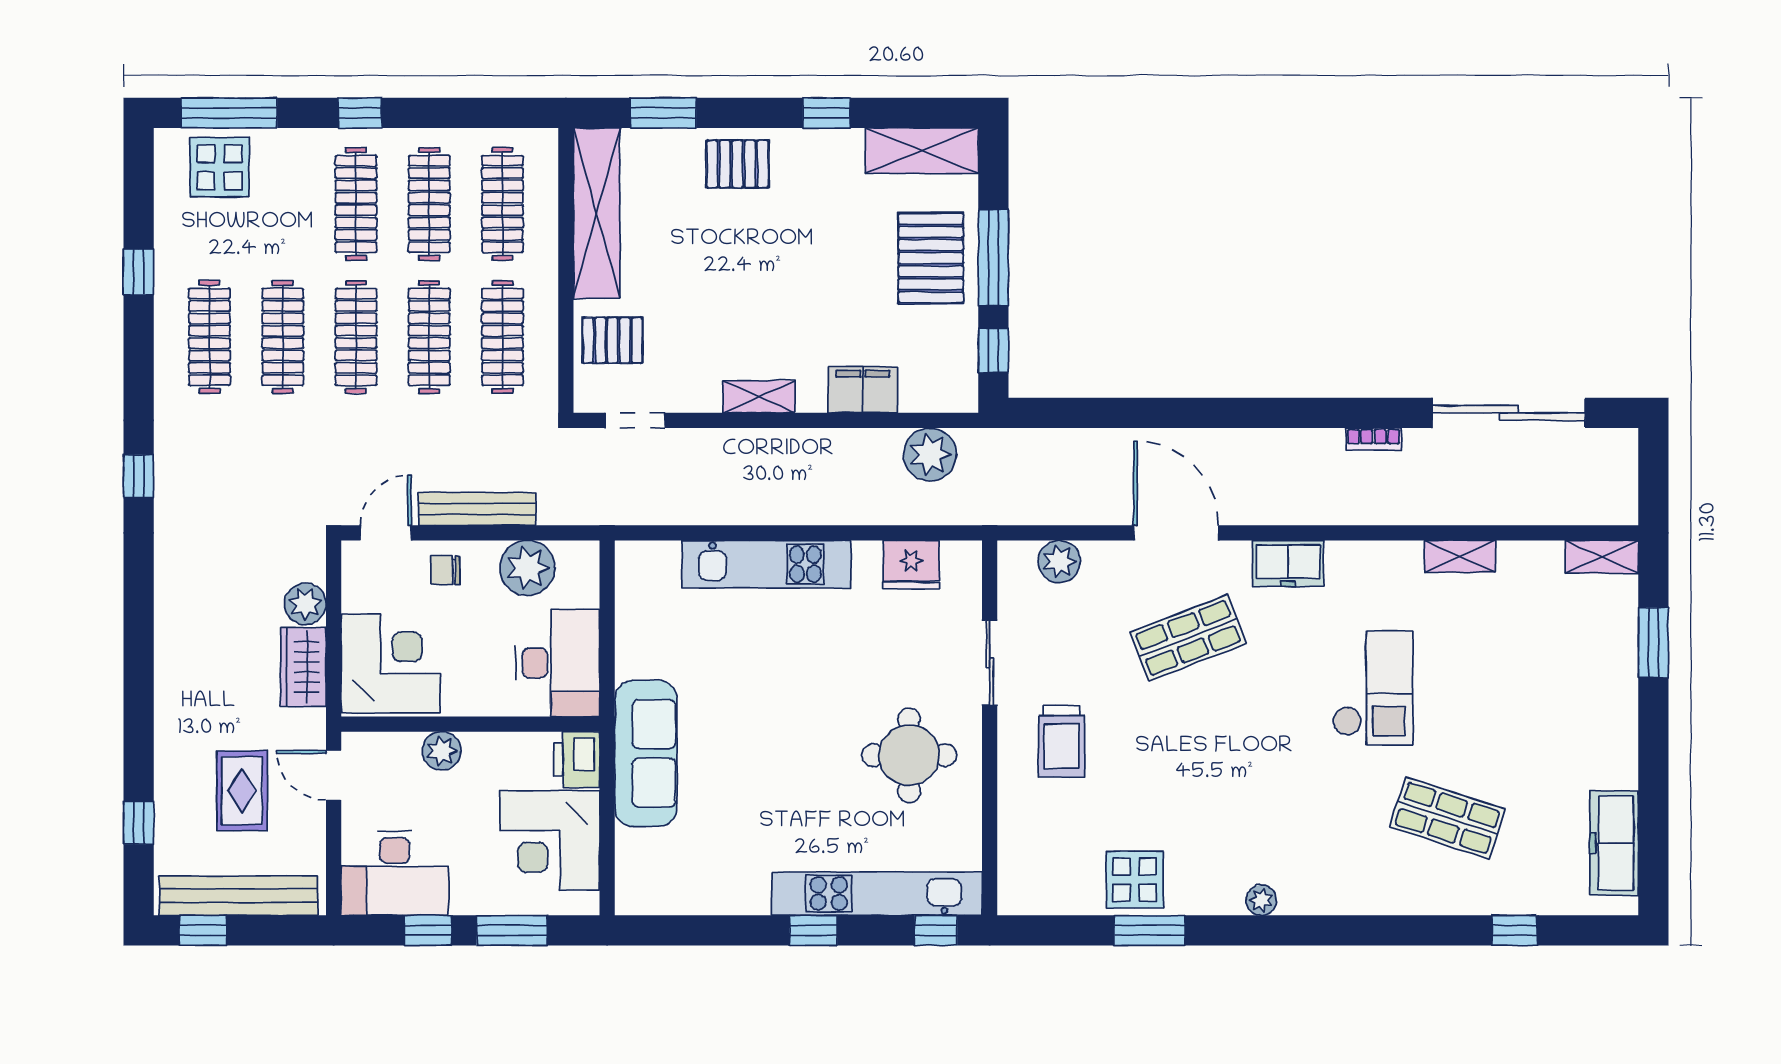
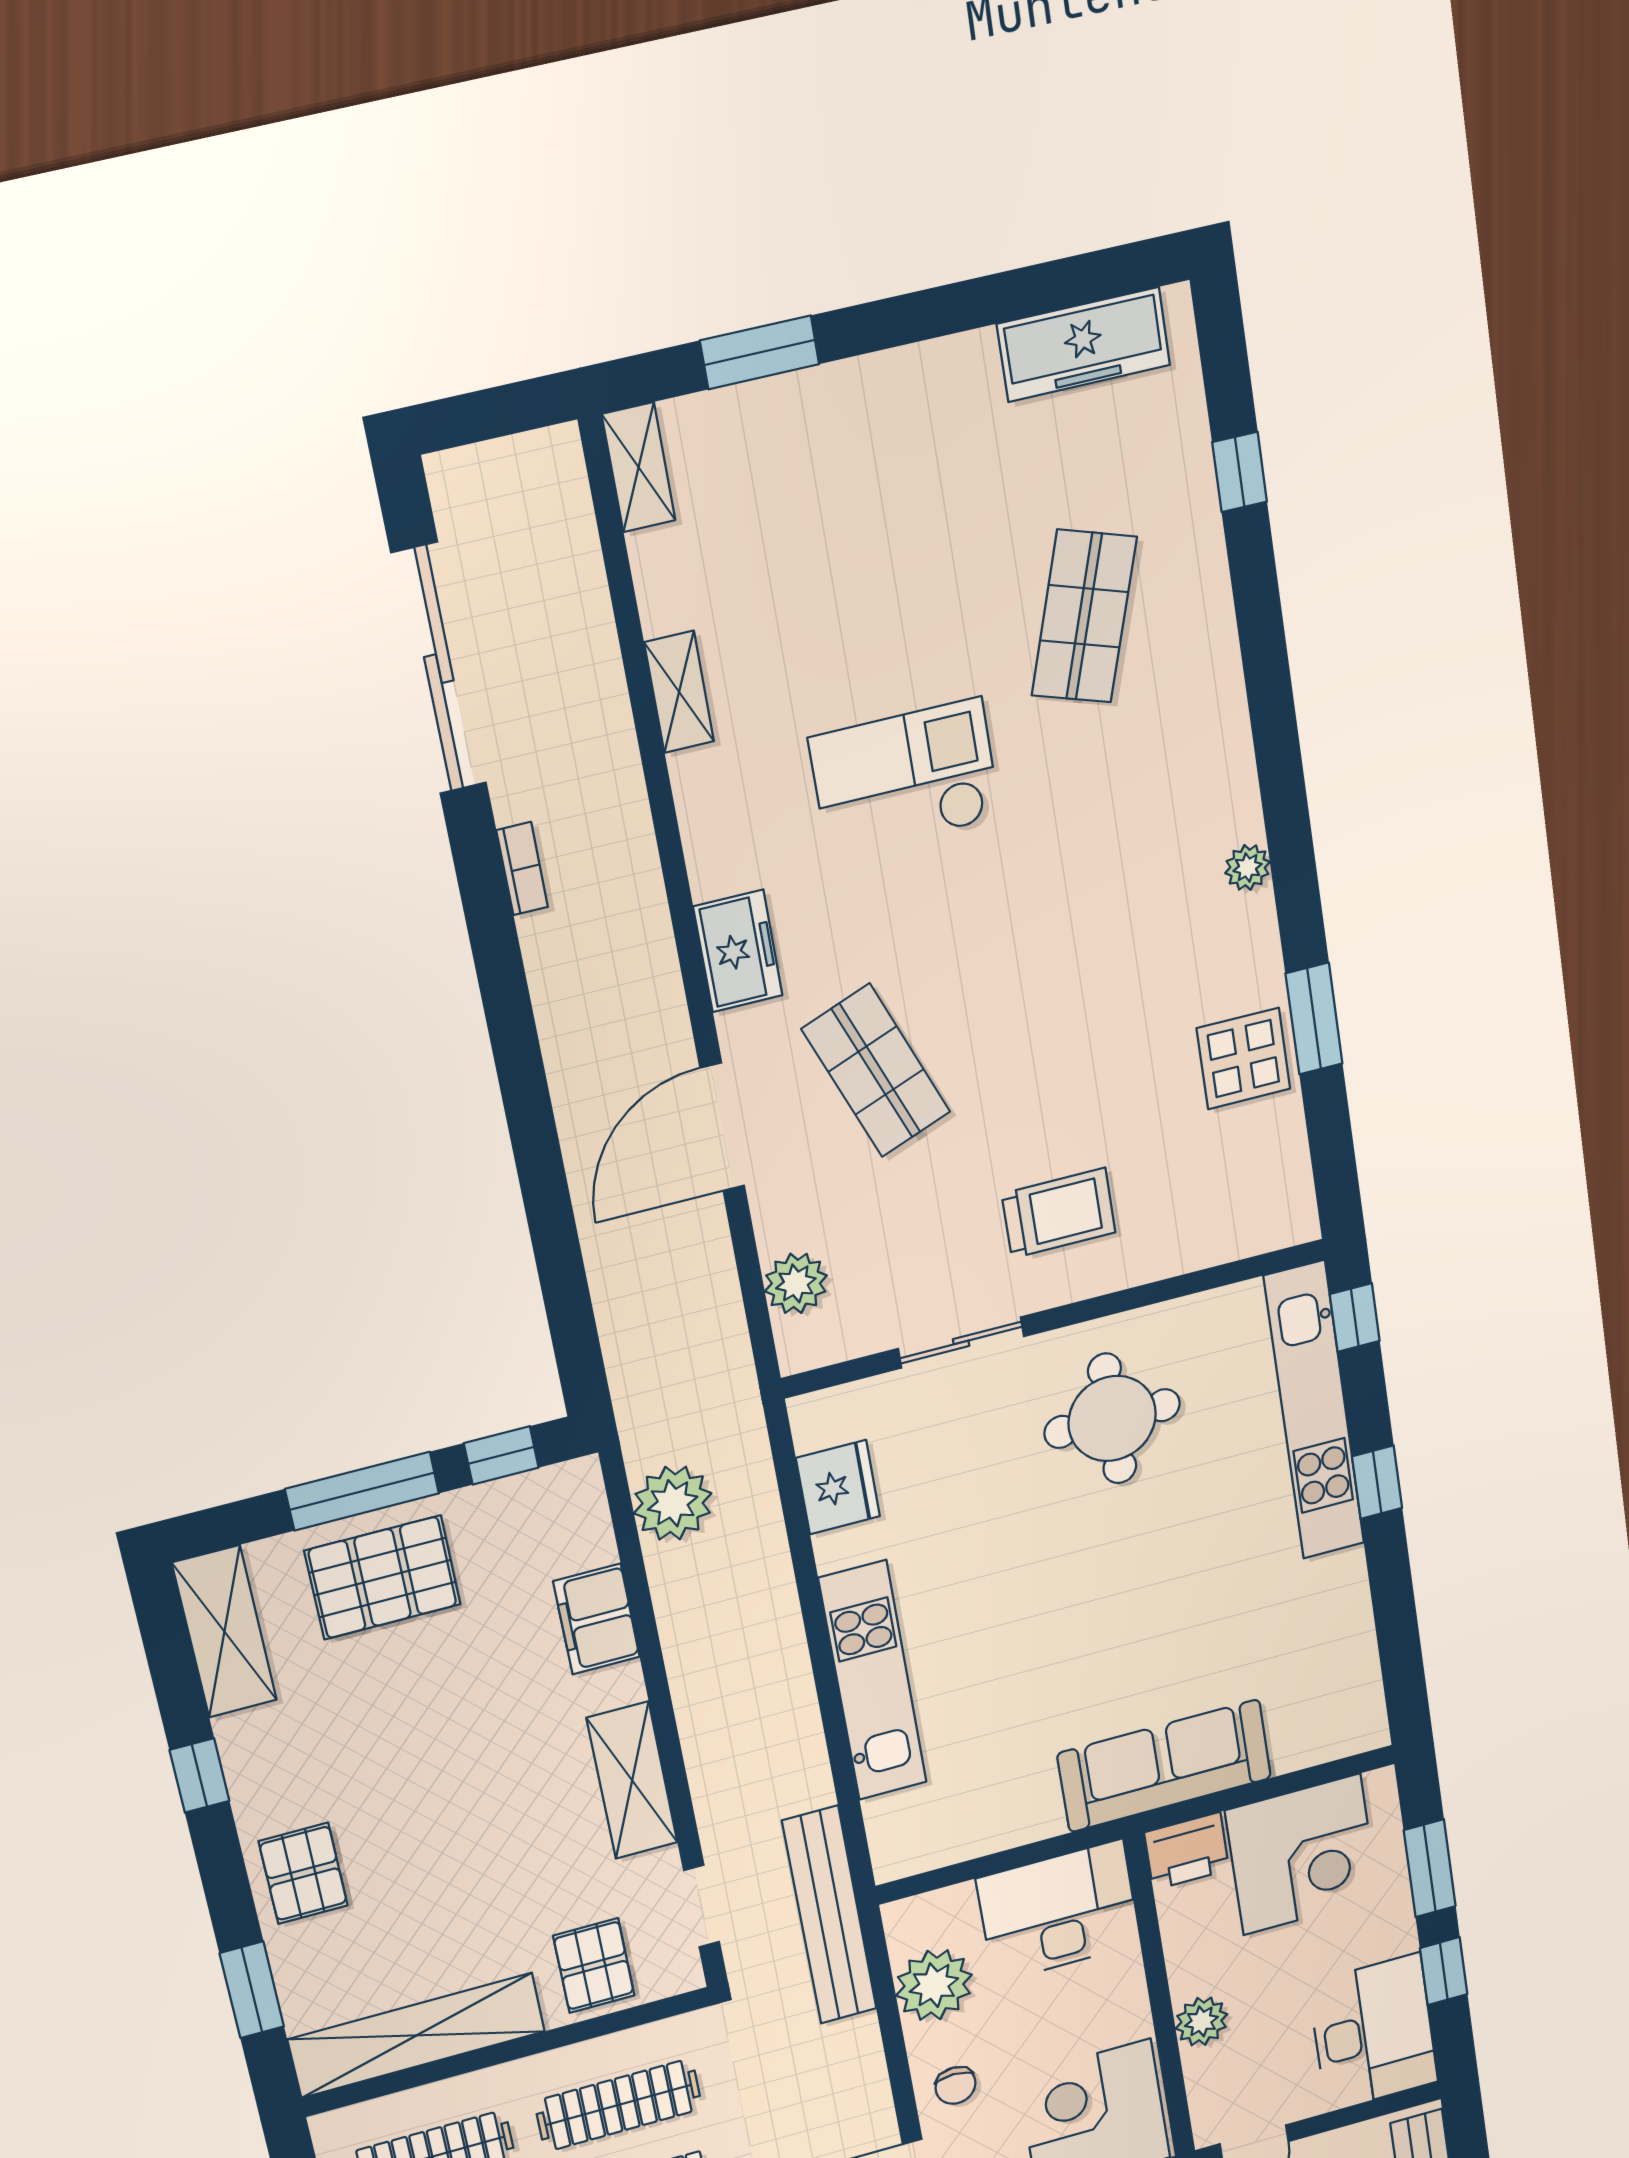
shelving: (759, 397) -> (632, 1780), width x1.50, depth x1.33
bench: (477, 509) -> (829, 1915), moved, width x1.37, depth x1.21

